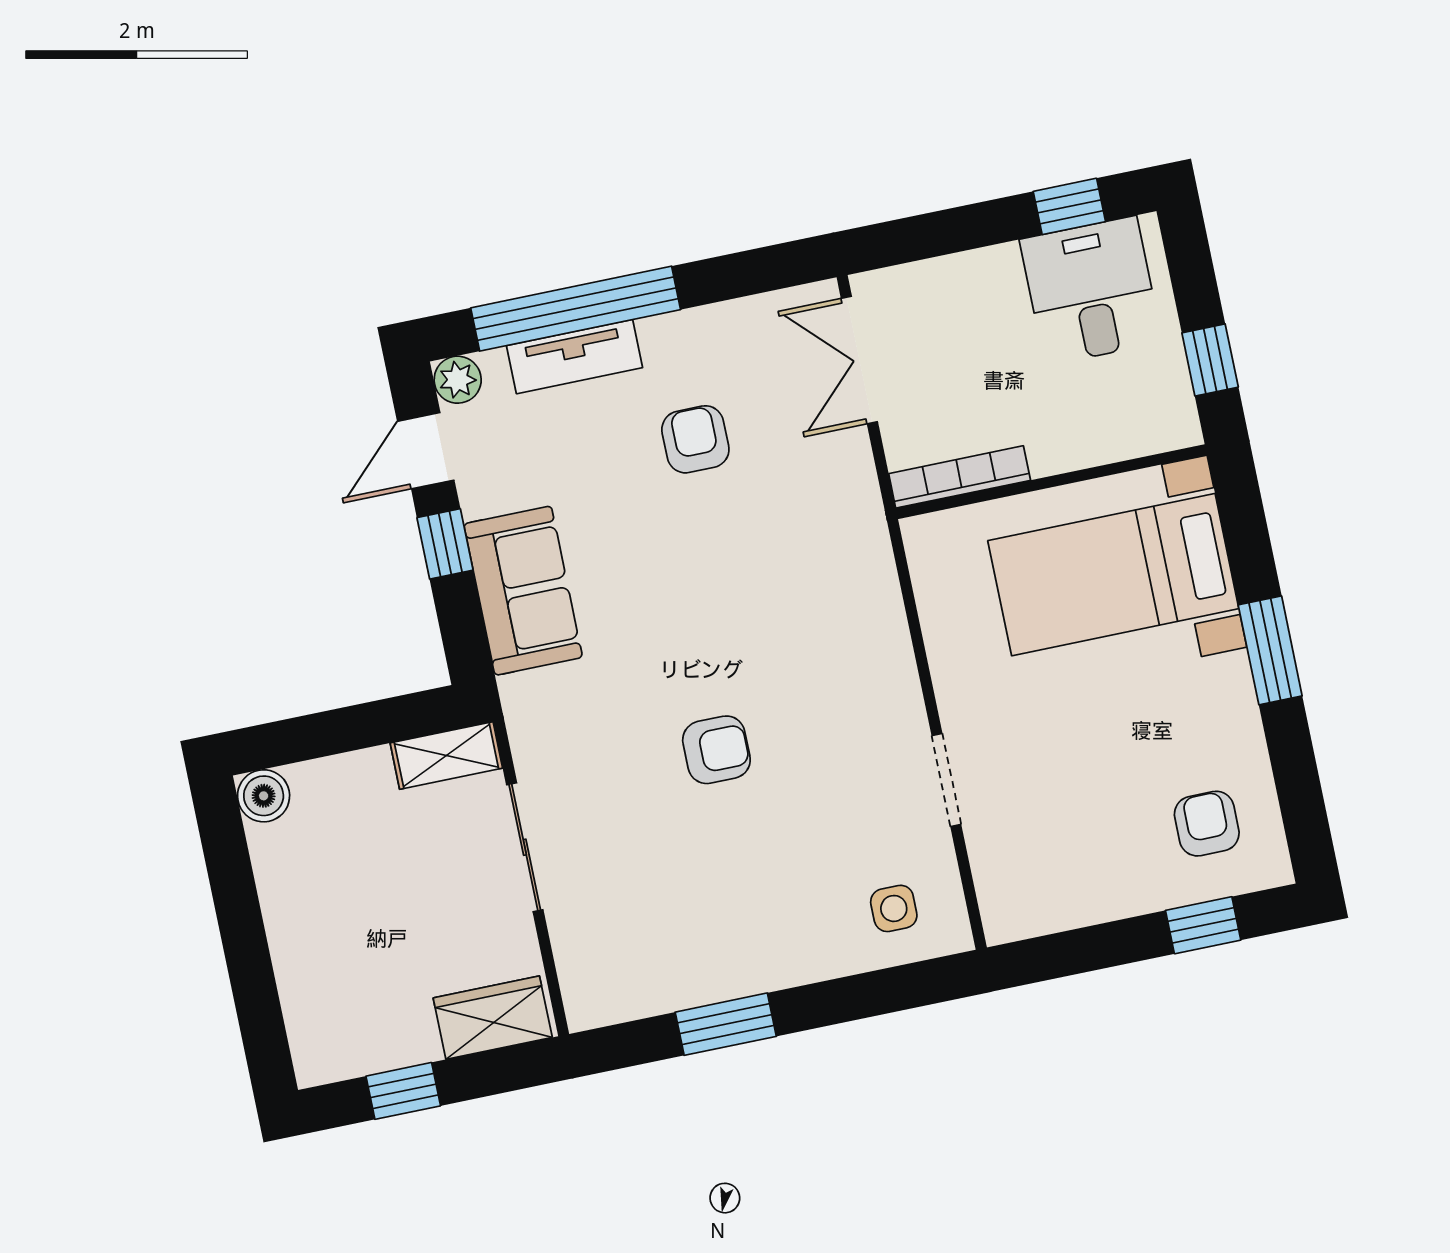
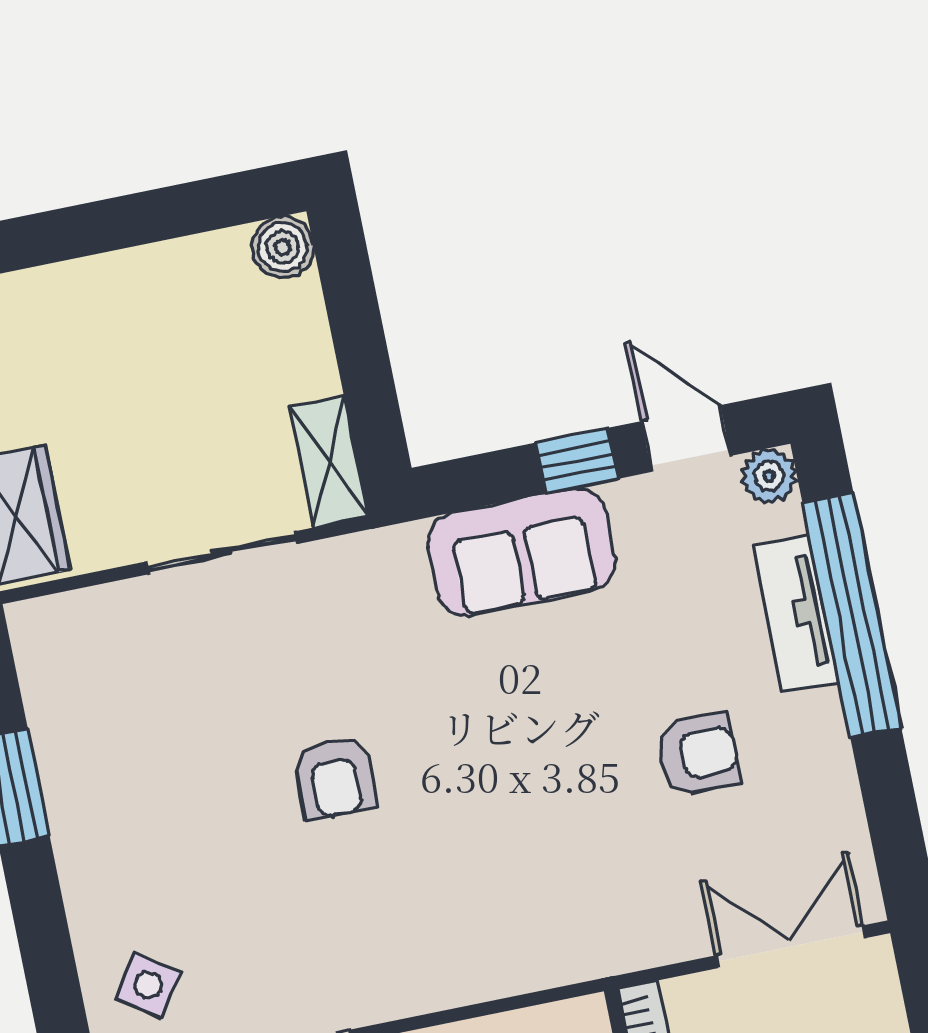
side table: (894, 908) -> (148, 985), turned 35

